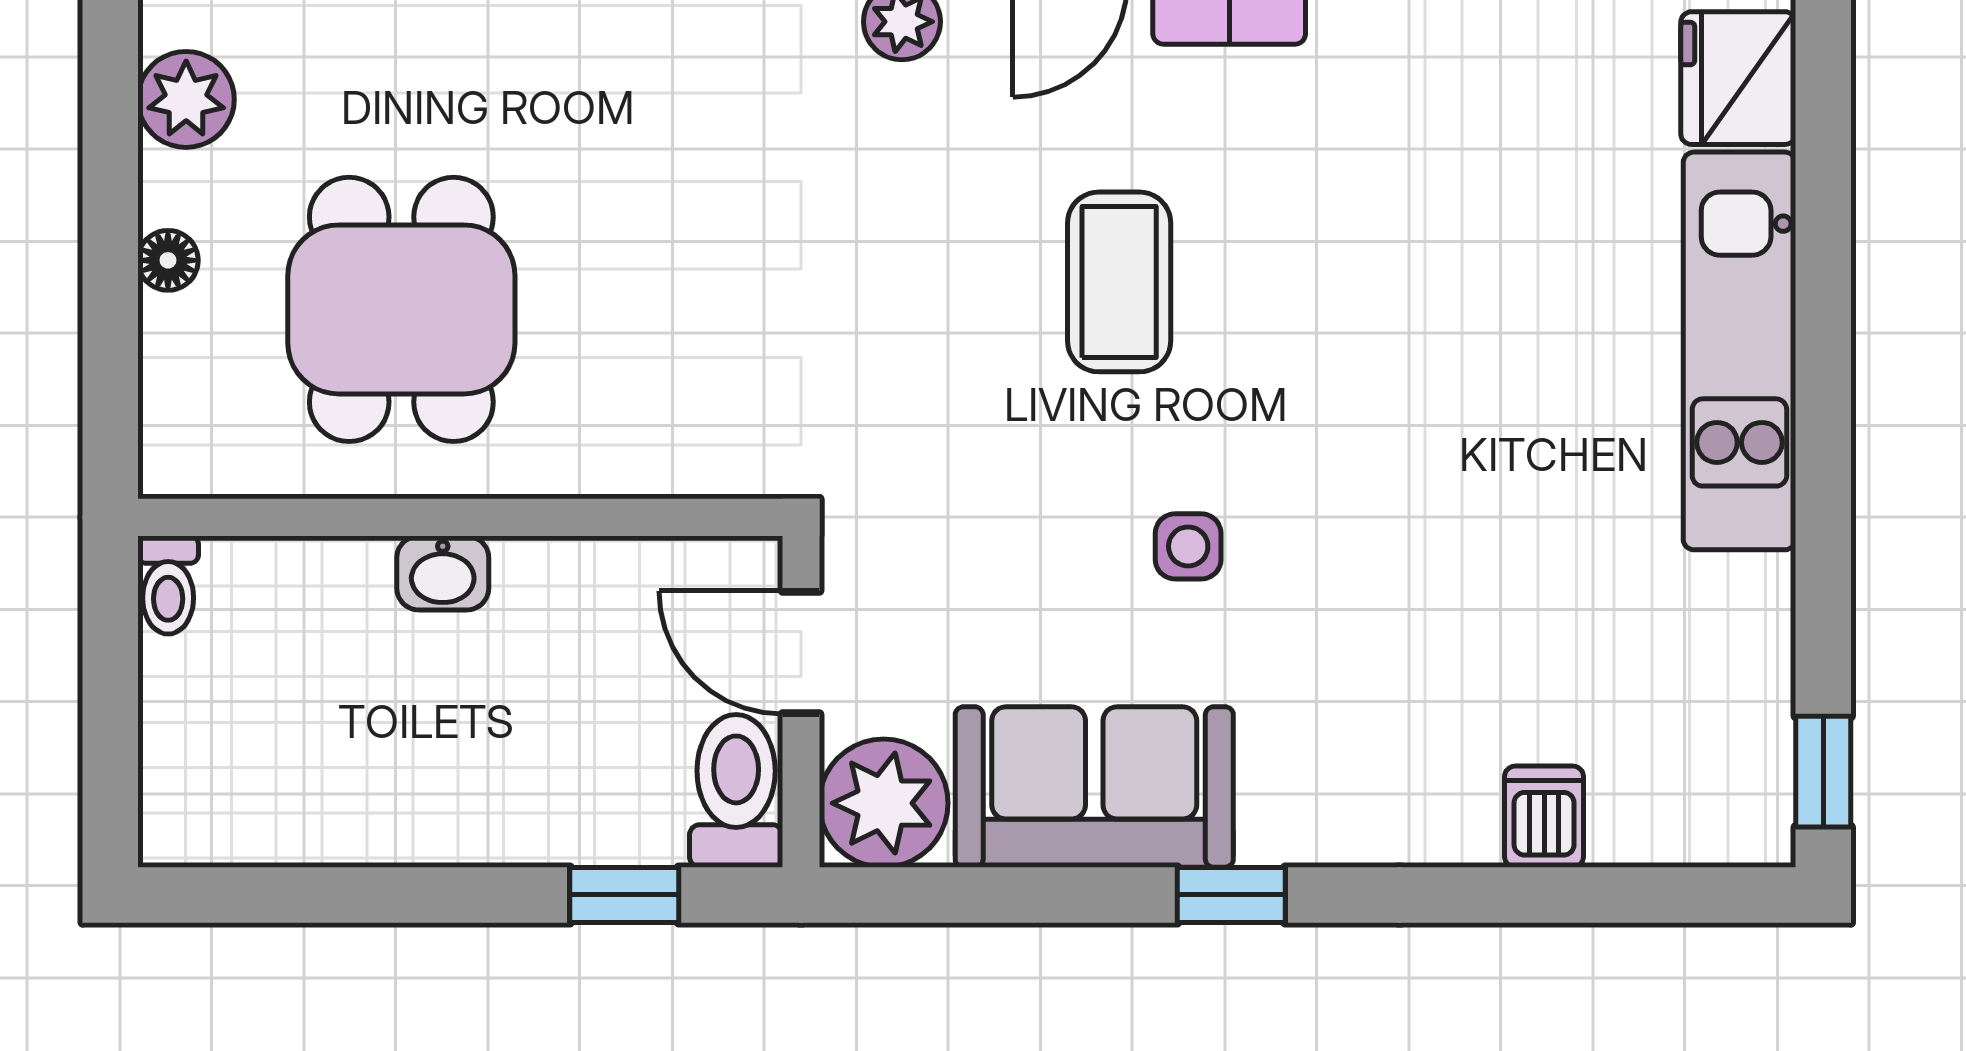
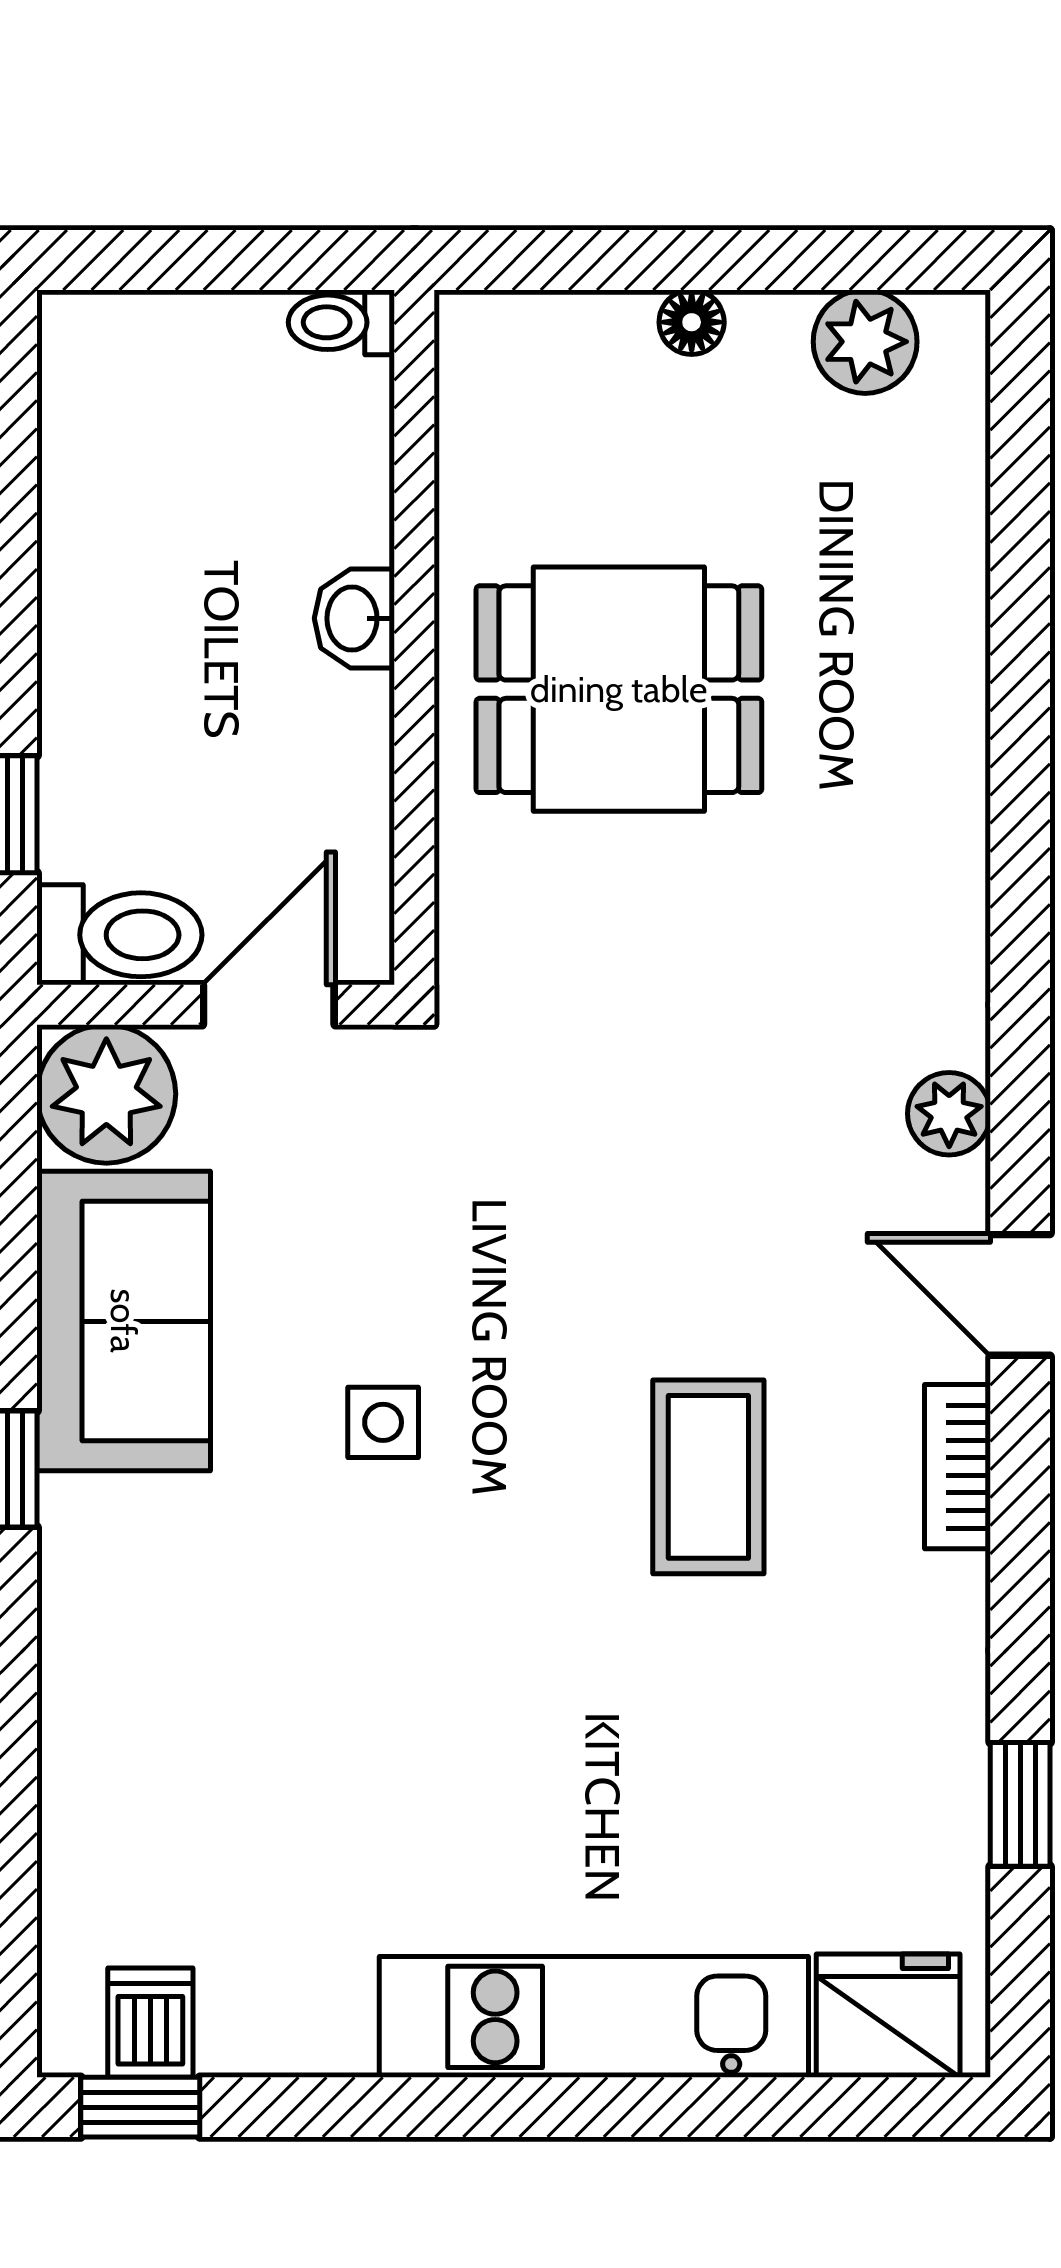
coffee table: (1119, 282) -> (708, 1477), moved, turned 90
dining table: (401, 309) -> (619, 689), moved
dishwasher: (1544, 817) -> (150, 2023), moved, turned -90

